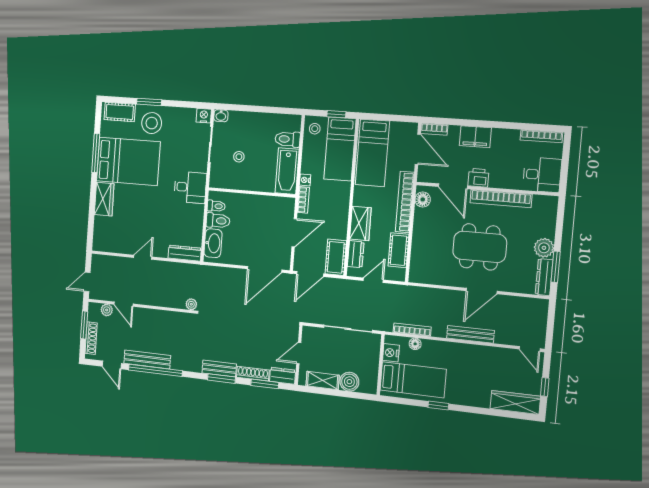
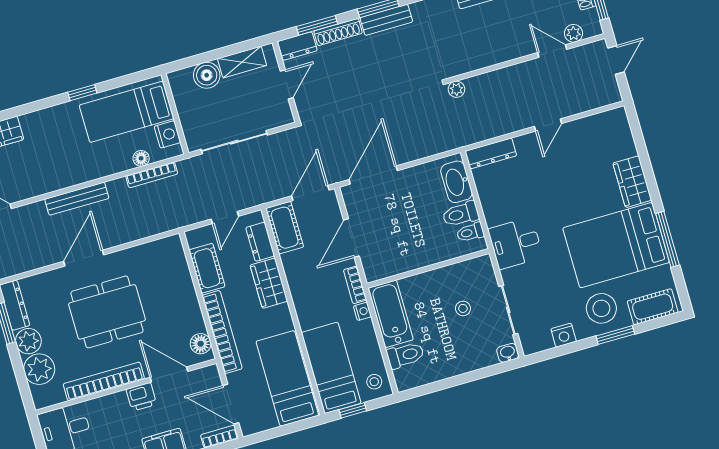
nightstand: (204, 116) -> (564, 335), moved
plant: (544, 225) -> (39, 369), added

